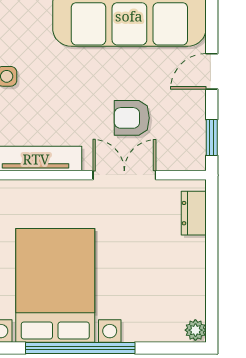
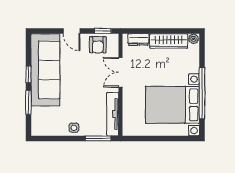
armchair: (132, 118) -> (98, 45), moved
wardrobe: (191, 277) -> (169, 41), added

